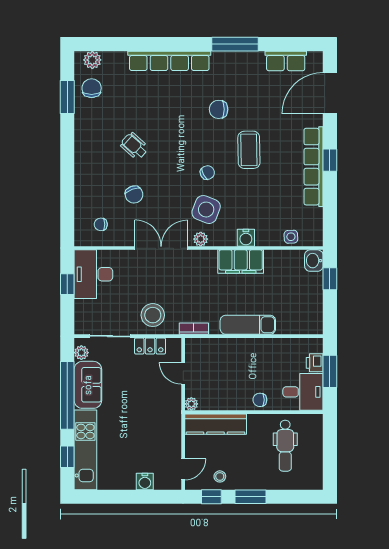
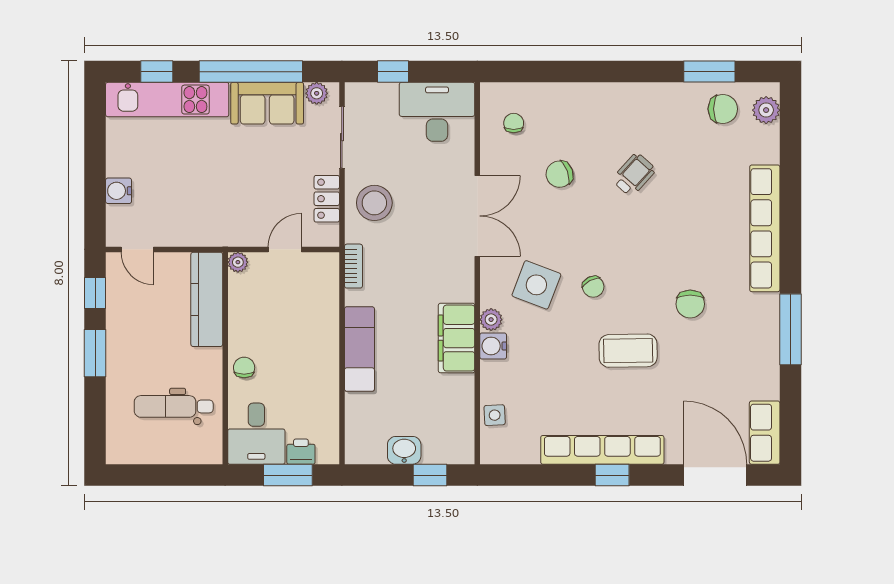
row of seats: (286, 61) -> (765, 433), moved
chair: (219, 109) -> (690, 304), turned 180
plant: (201, 239) -> (491, 320), moved
washbasin: (314, 261) -> (404, 450), moved
window: (67, 284) -> (393, 72), moved
stool: (220, 476) -> (126, 306), removed

